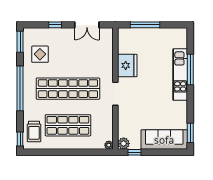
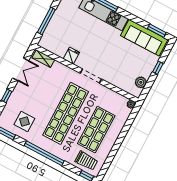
shelving: (108, 41) -> (43, 59), added
fridge: (127, 65) -> (71, 56), width x0.53, depth x0.75
sofa: (164, 140) -> (144, 38), moved, turned -90
plant: (124, 144) -> (141, 82), moved
window: (135, 152) -> (158, 68), moved

